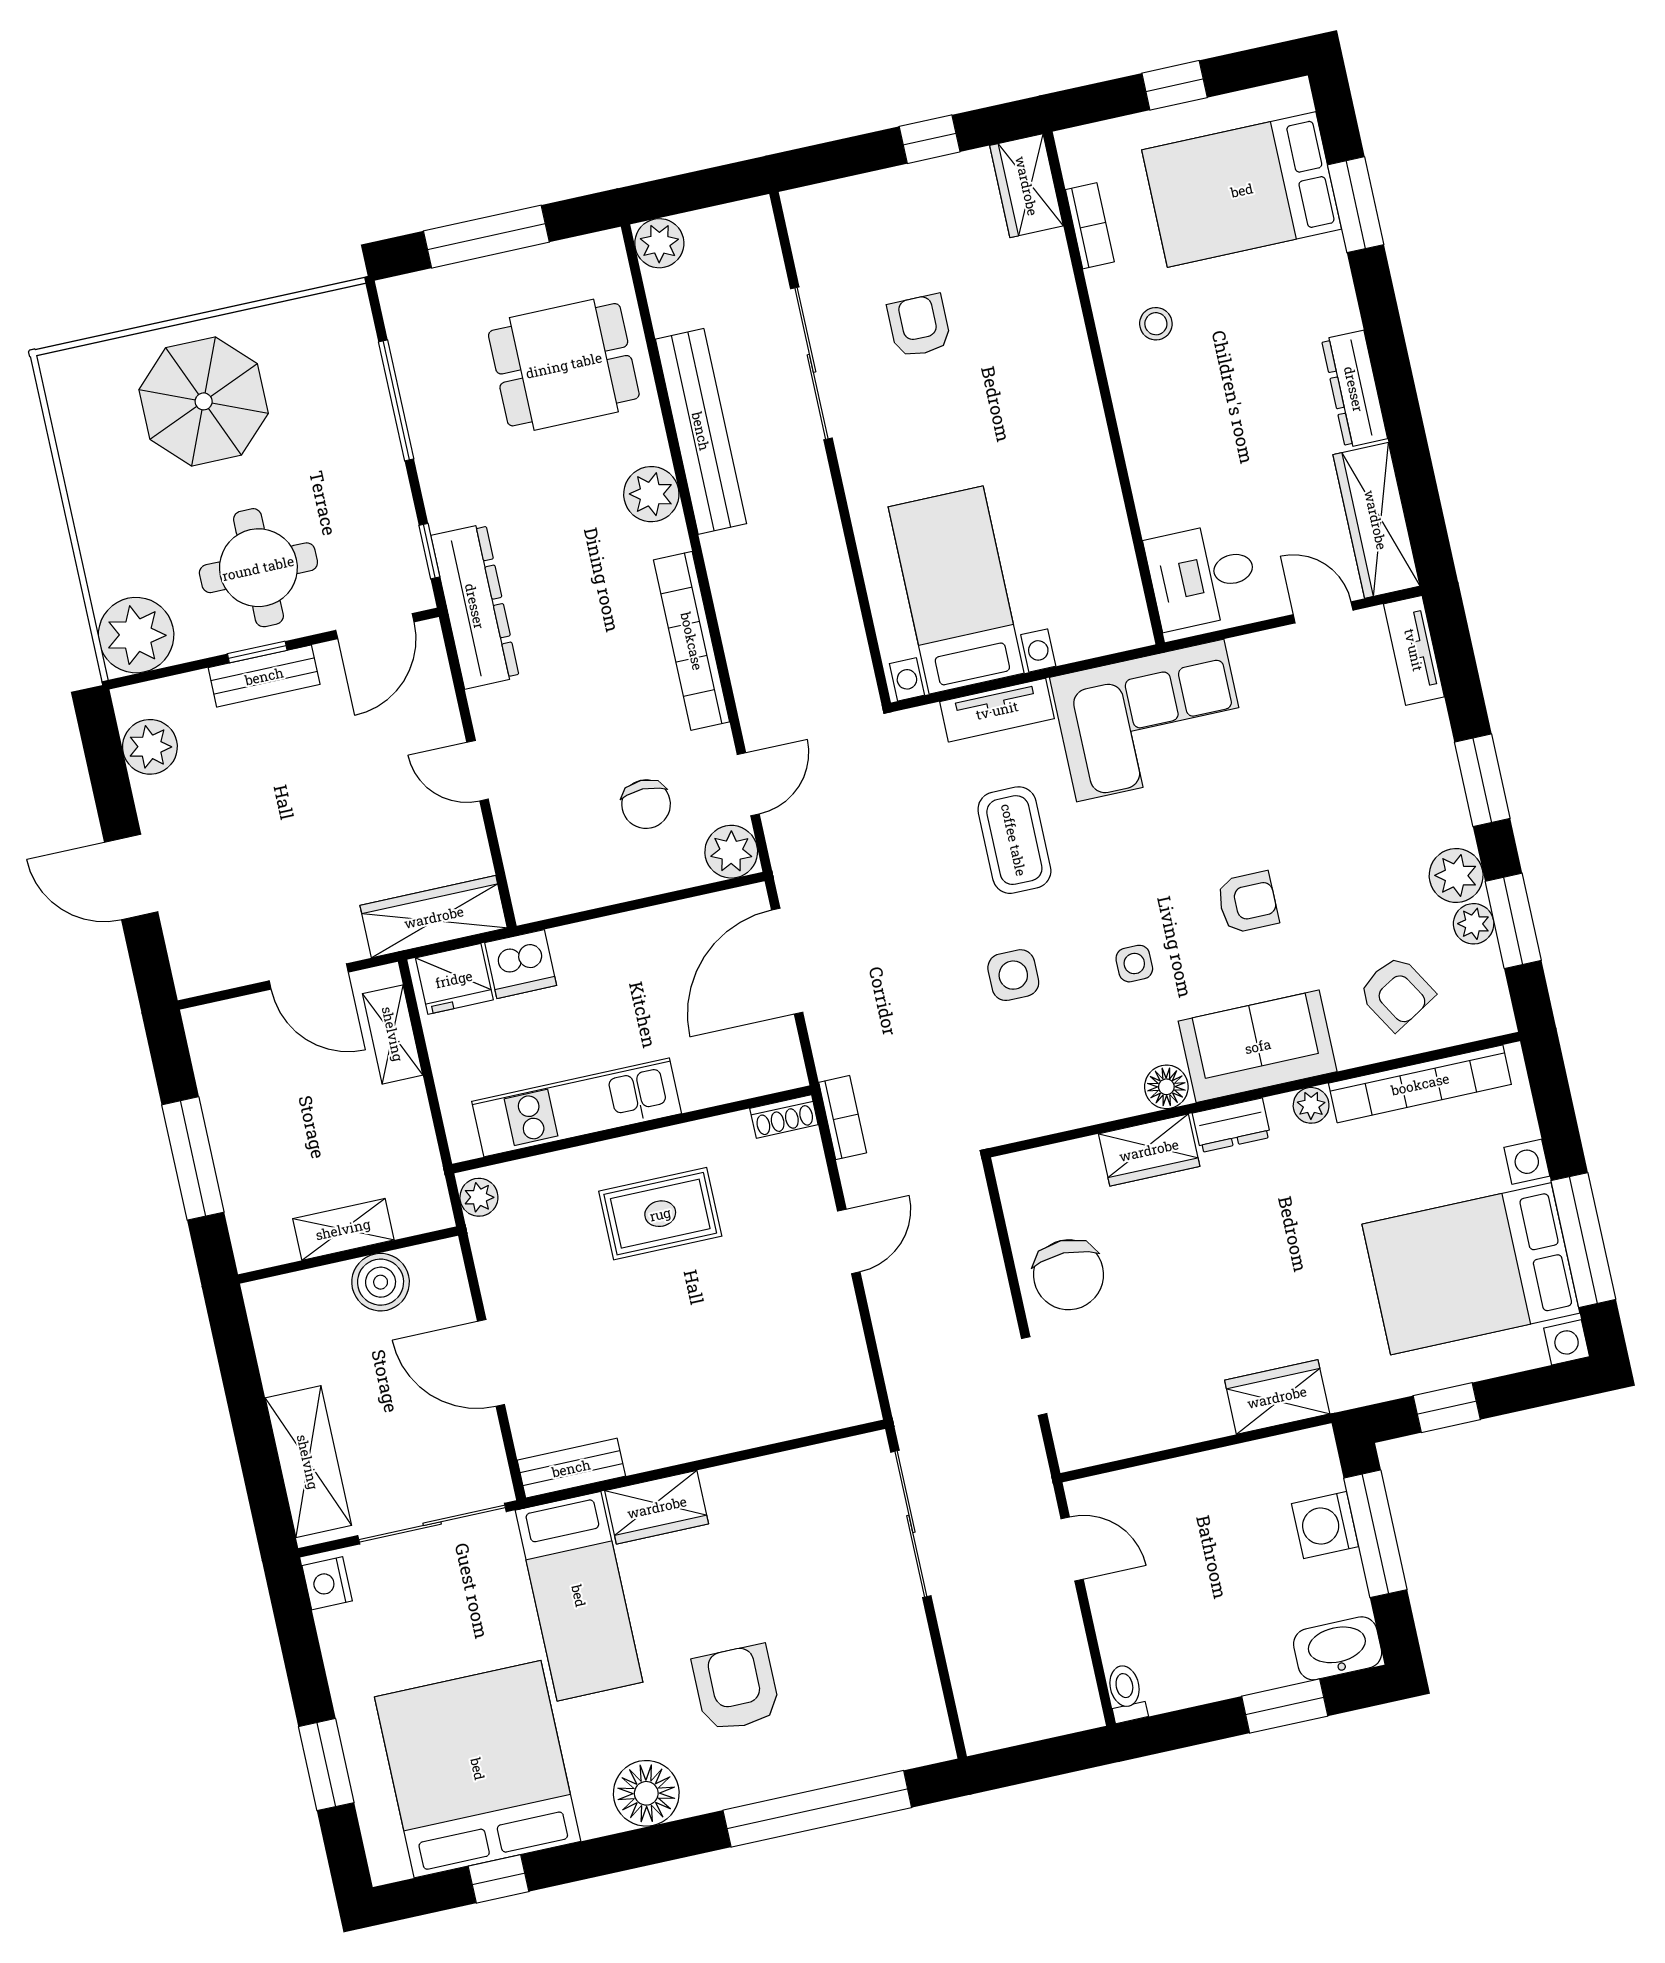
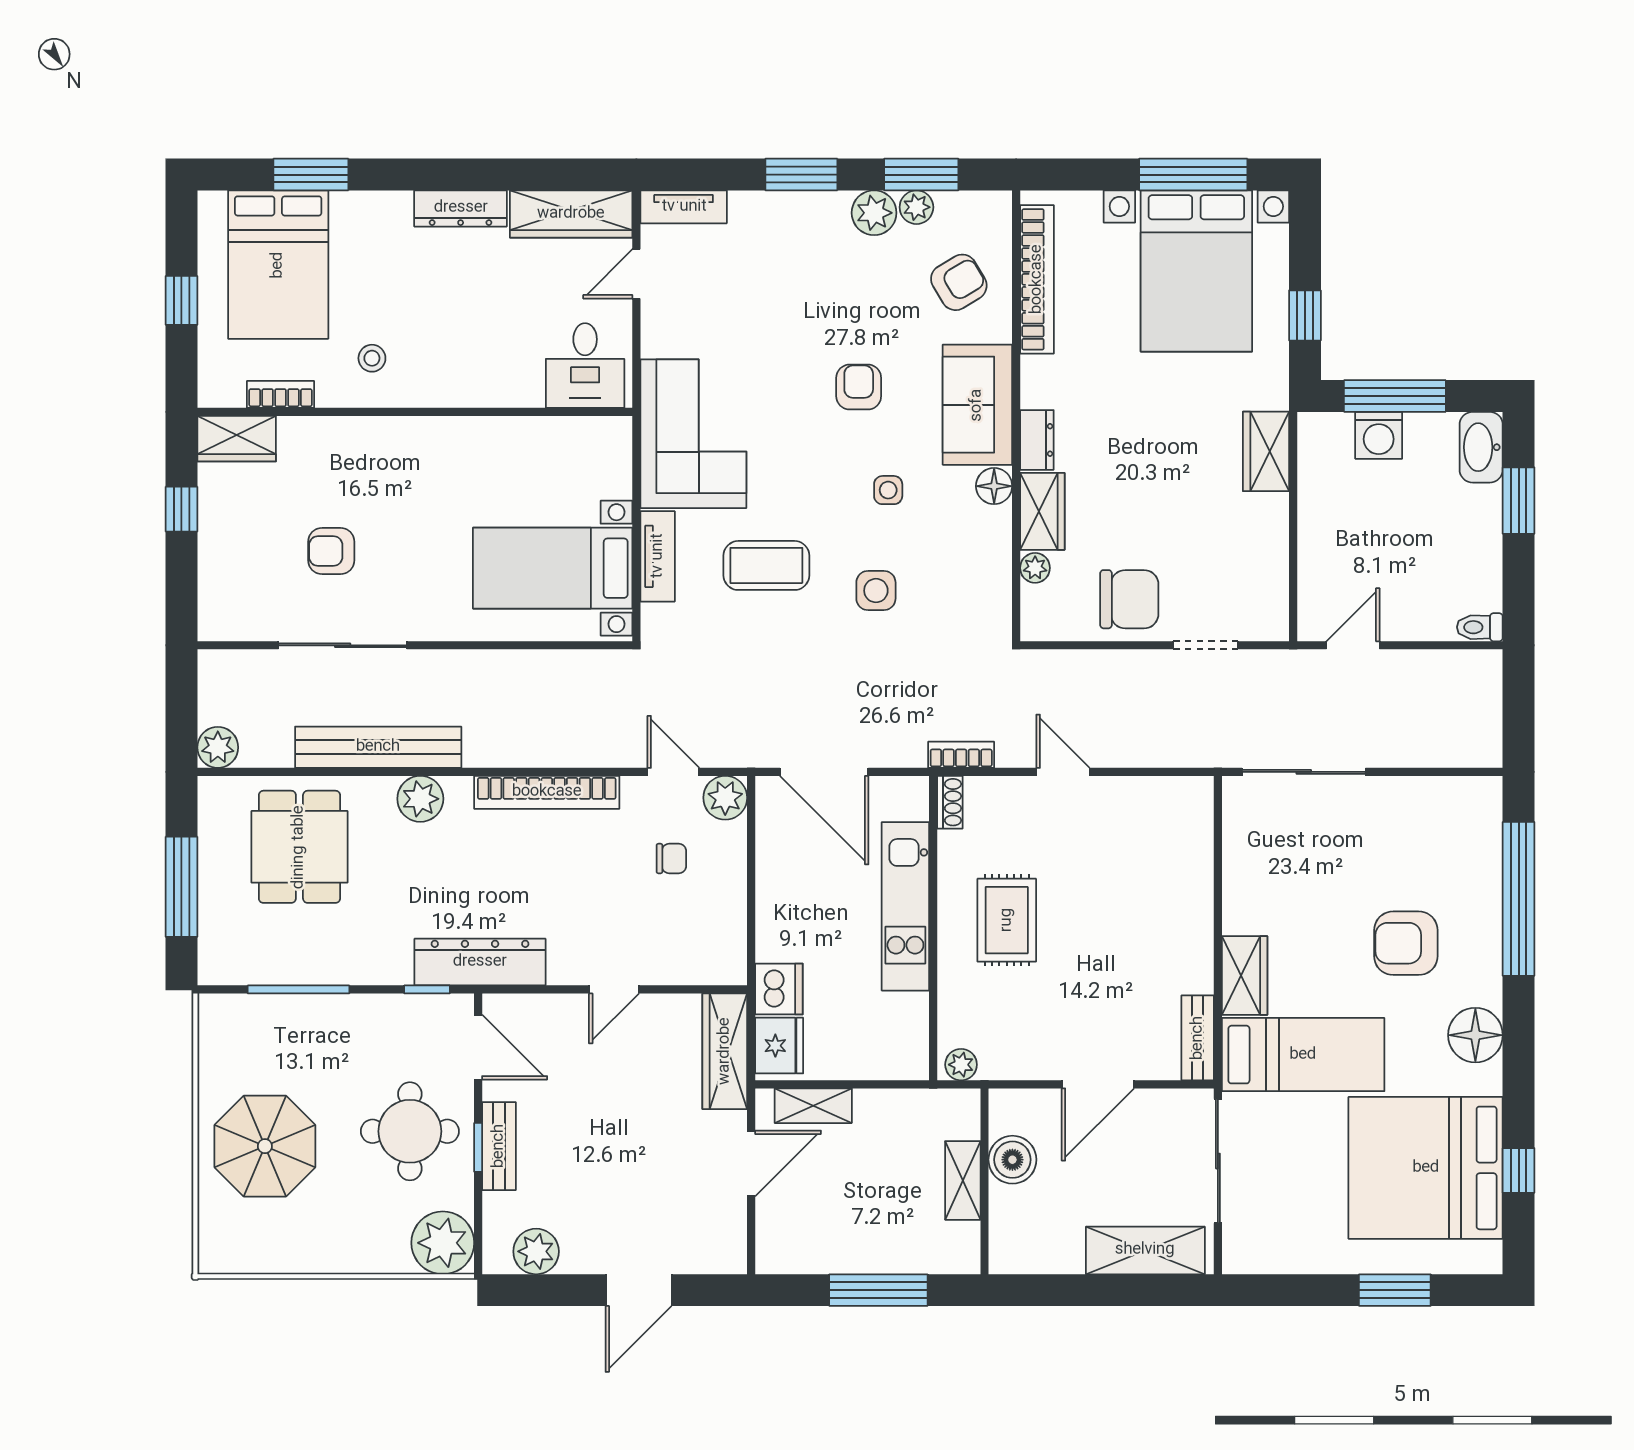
chair: (646, 804) -> (671, 859), width x0.73, depth x0.73
plant: (1311, 1105) -> (1035, 568), moved
kitchen unit: (577, 1107) -> (905, 906), moved
nightstand: (327, 1583) -> (1248, 1257), removed

